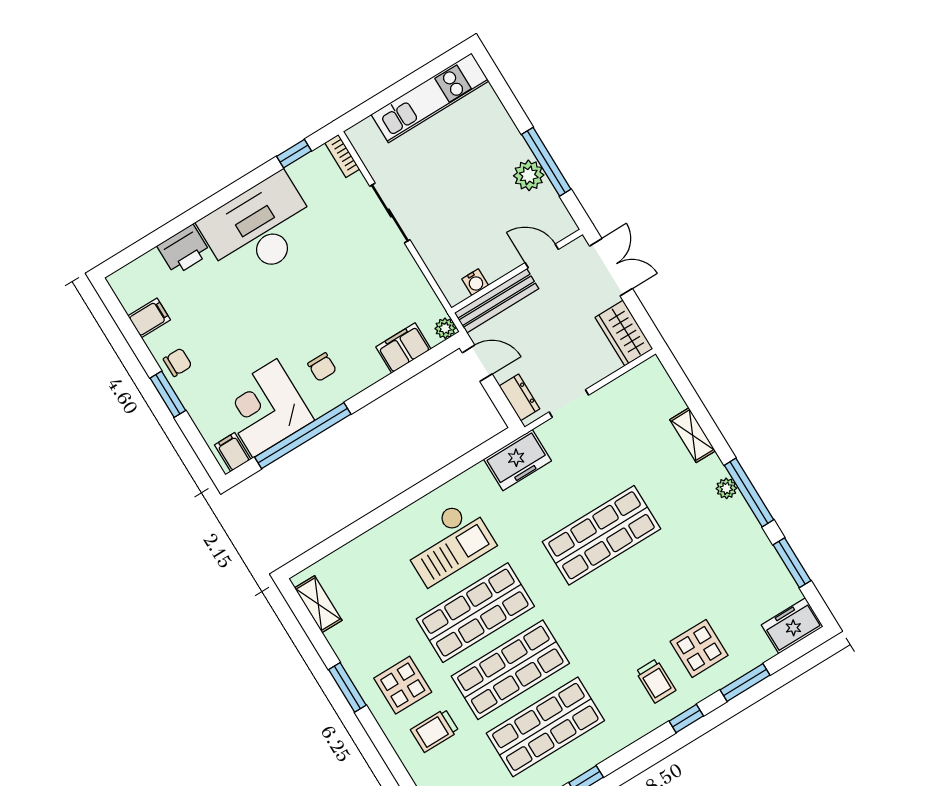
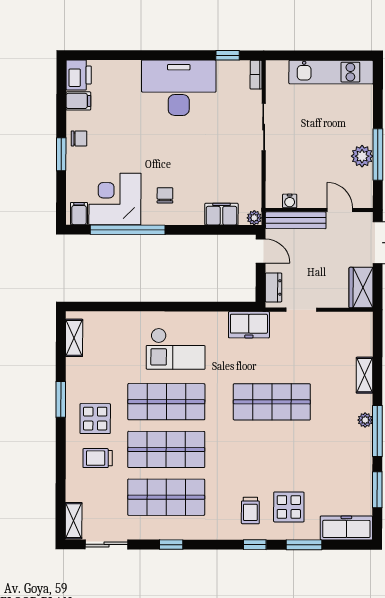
printer: (184, 250) -> (79, 75), moved, turned -90
chair: (322, 367) -> (165, 195), turned 180
freezer: (792, 626) -> (346, 528), width x1.40

